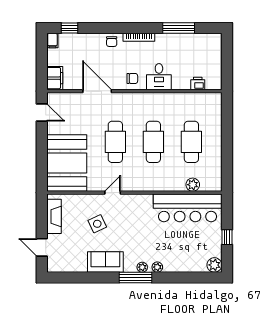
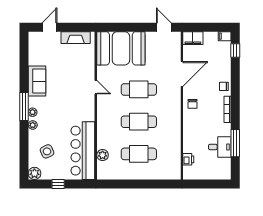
desk: (159, 77) -> (220, 147), moved, turned 180
door: (42, 113) -> (164, 27), swing flipped
side table: (97, 224) -> (47, 151), moved

